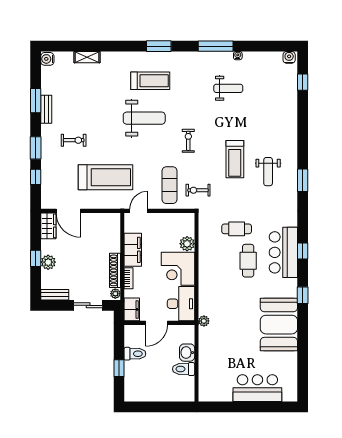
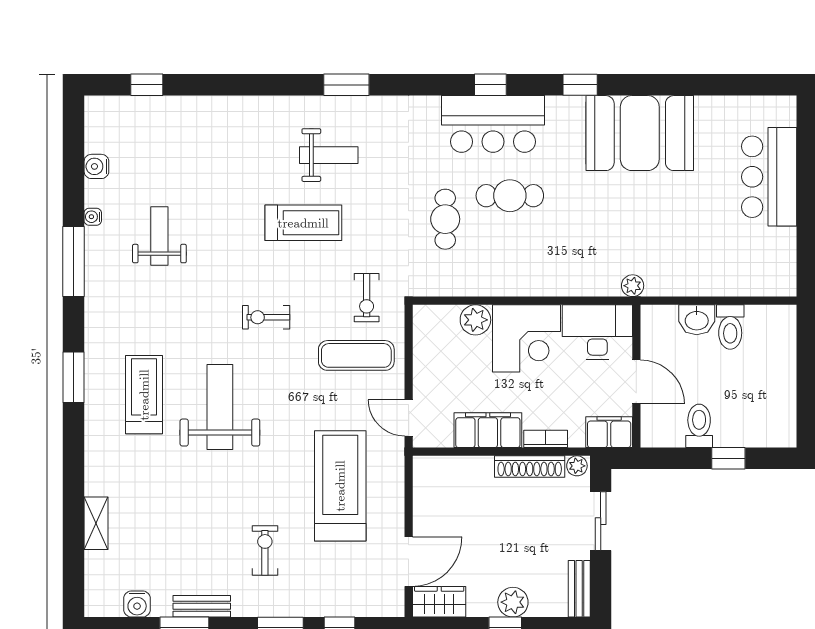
water cooler: (289, 57) -> (96, 166), moved
water cooler: (47, 59) -> (137, 604), moved

